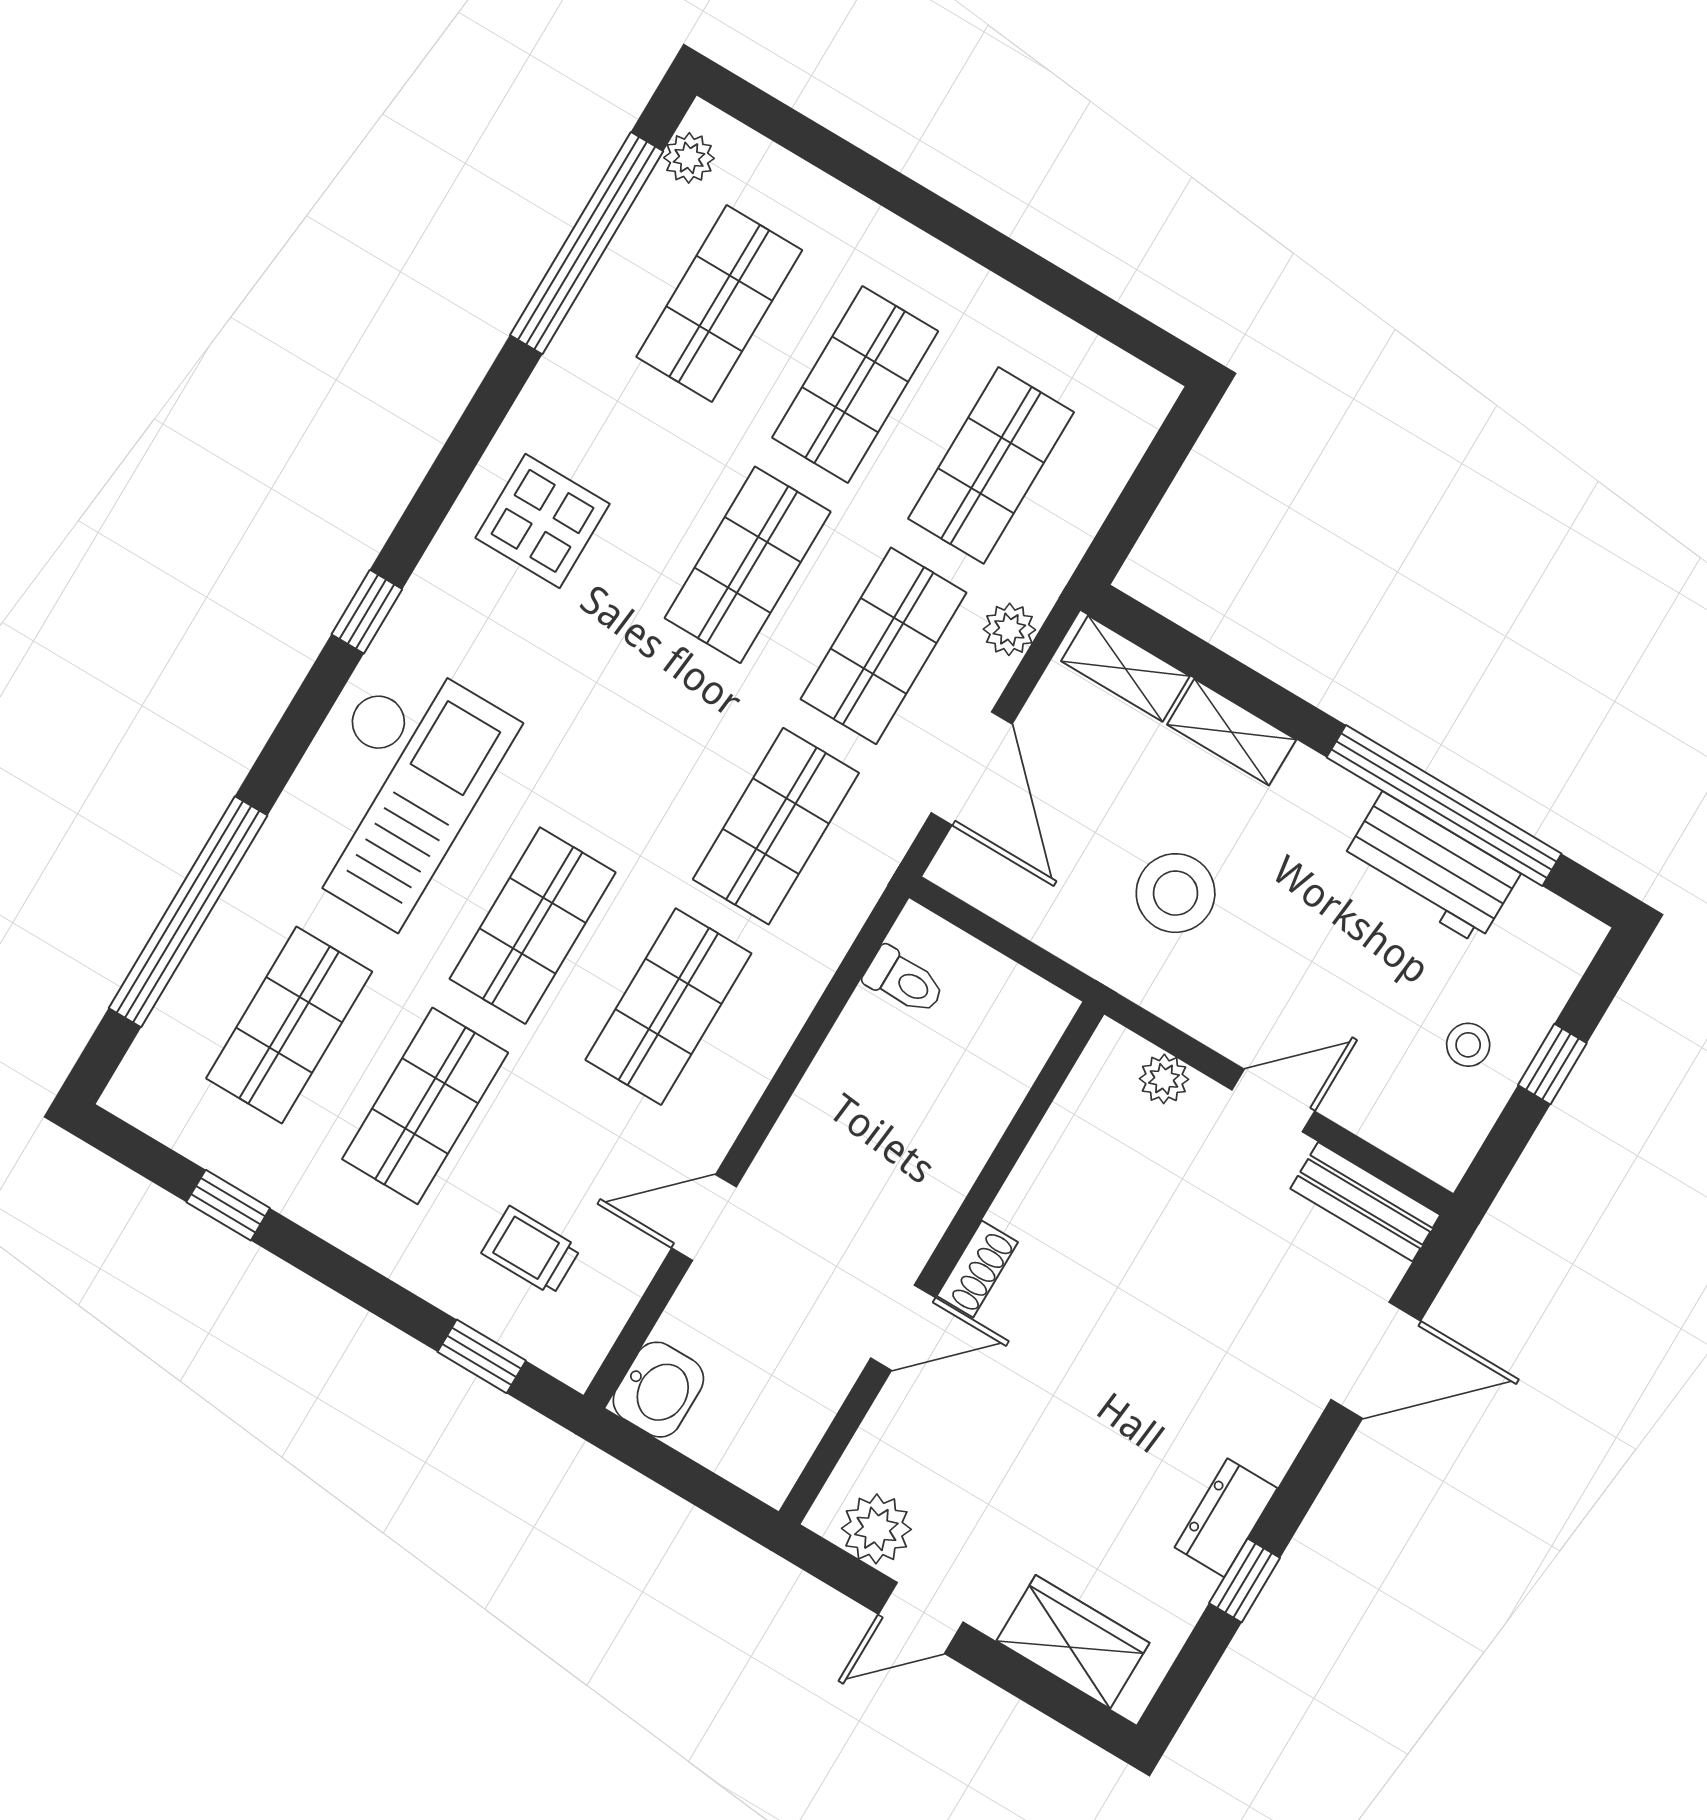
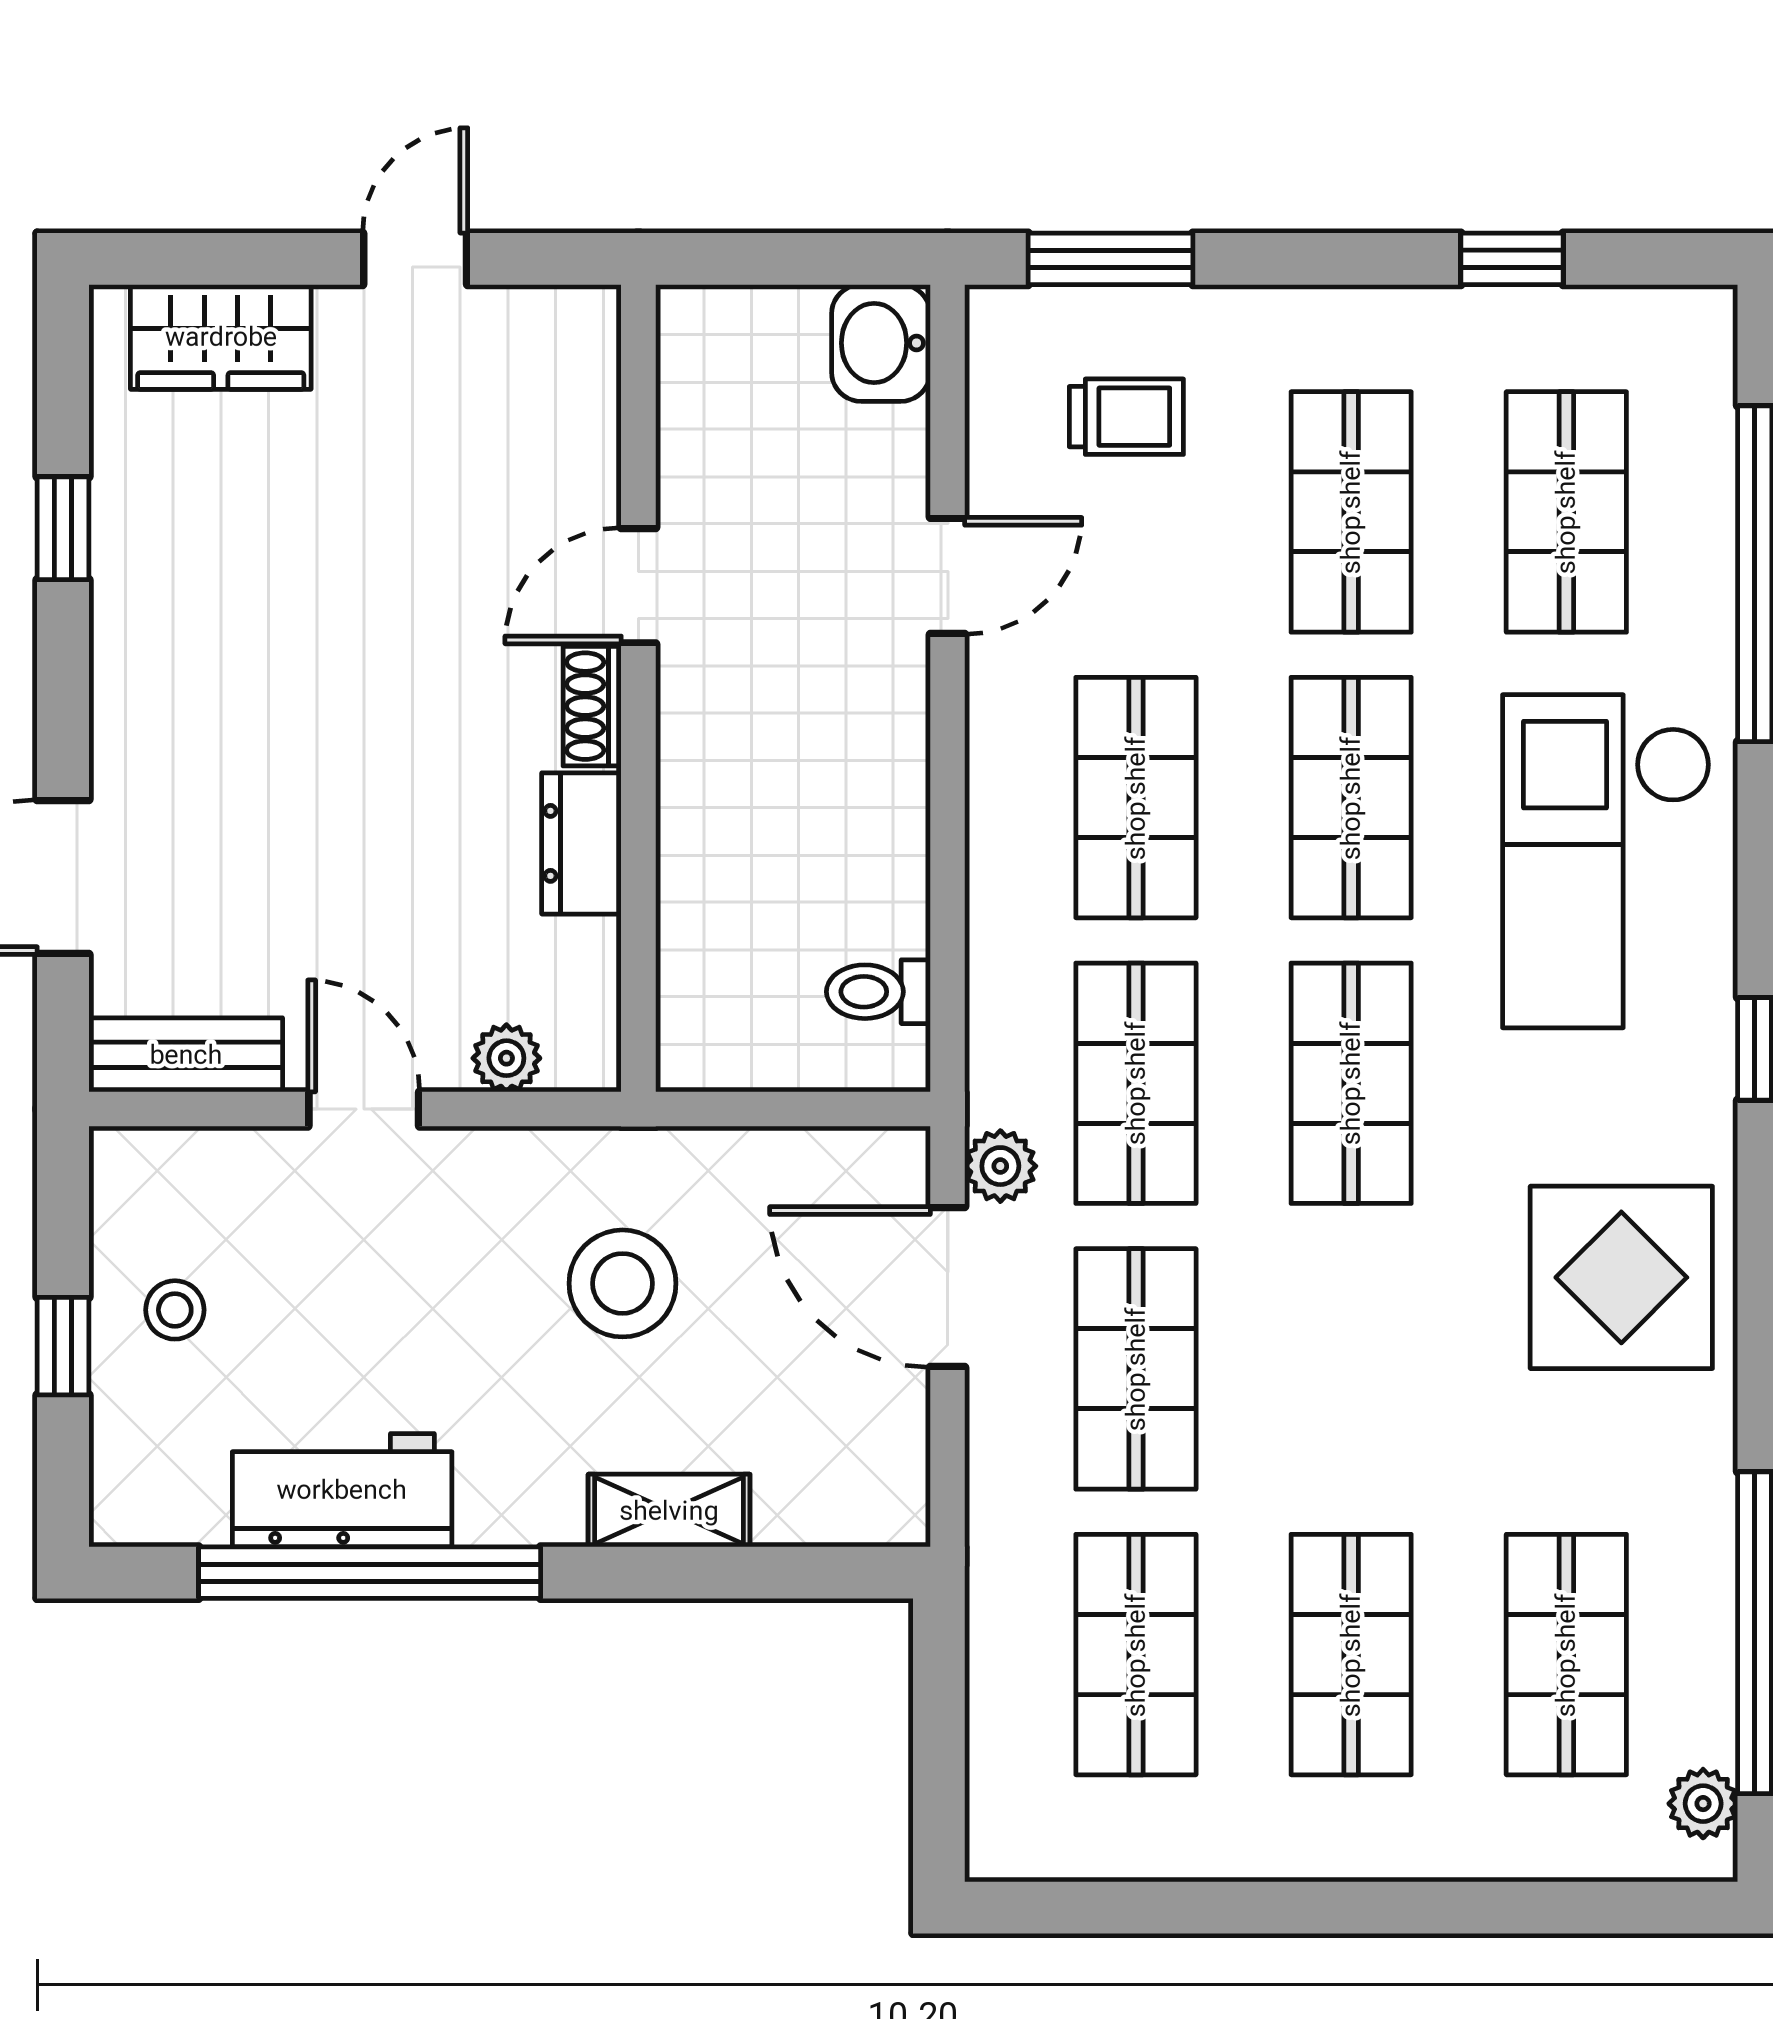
display table: (543, 521) -> (1621, 1277), width x1.36, depth x1.36
shop shelf: (748, 565) -> (1351, 1083), moved
plant: (1009, 629) -> (1000, 1166), moved
shelving: (1125, 669) -> (837, 1511), removed
door: (1273, 1101) -> (364, 1109), swing flipped
window: (482, 1356) -> (1111, 259), width x1.50
dresser: (1226, 1518) -> (581, 843), moved, turned 180
plant: (876, 1529) -> (529, 332), removed

